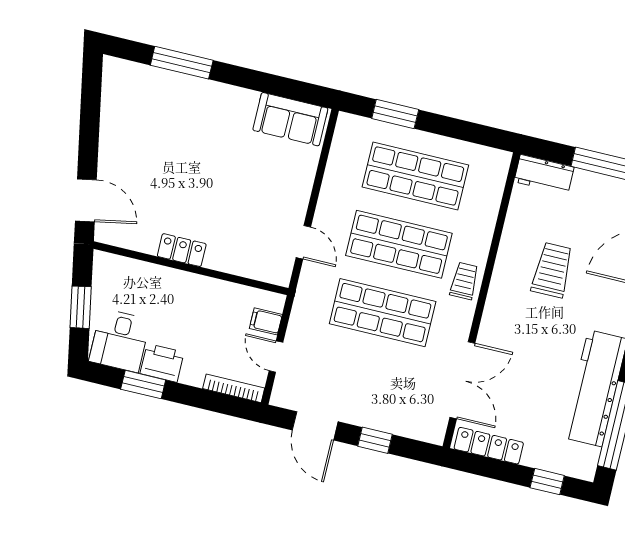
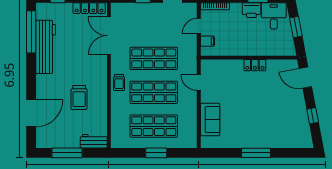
window: (182, 63) -> (256, 153), moved
window: (395, 114) -> (156, 153), moved
sofa: (290, 119) -> (210, 119), moved, turned 90
window: (90, 120) -> (313, 116), added
door: (276, 357) -> (199, 26), swing flipped

